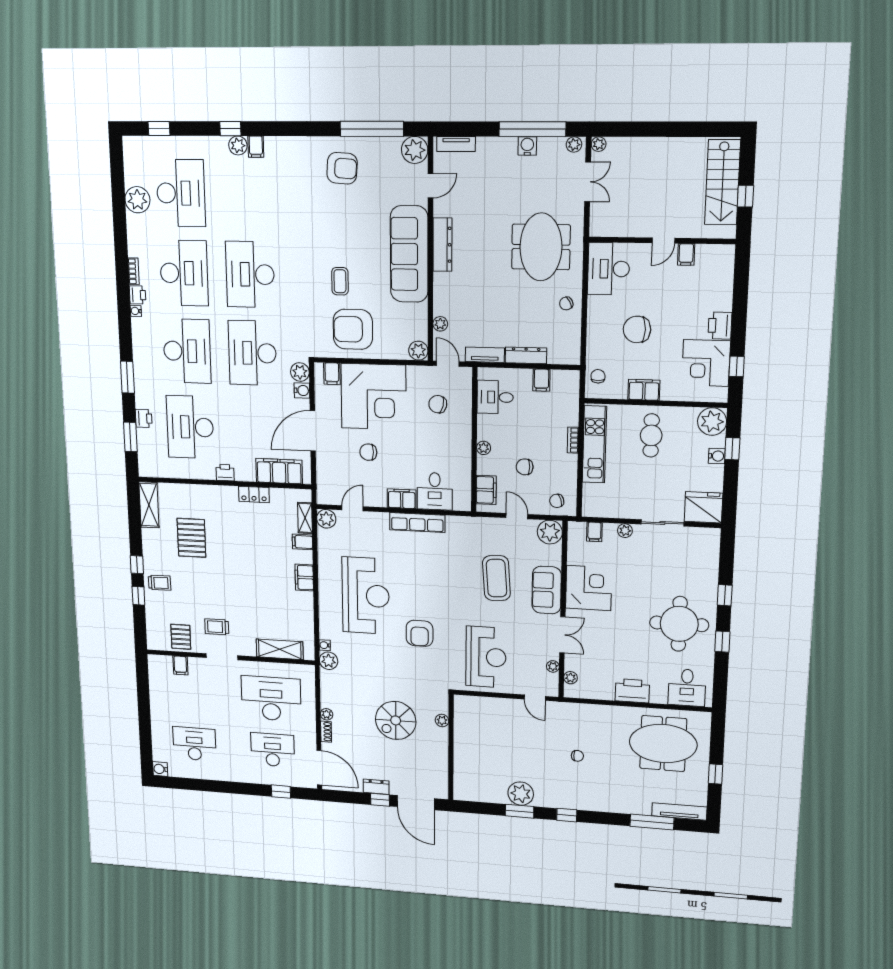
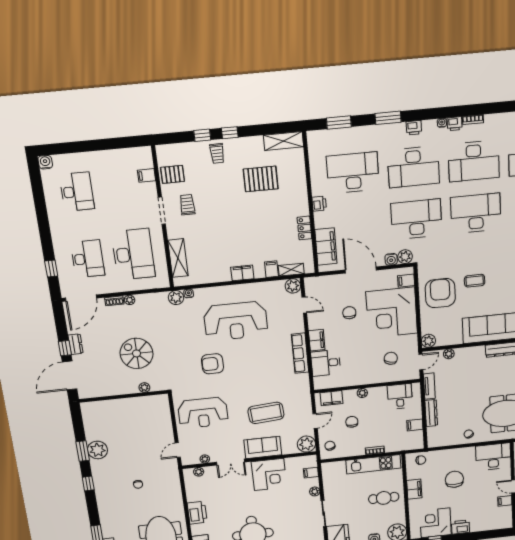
printer: (144, 418) -> (414, 128), moved

